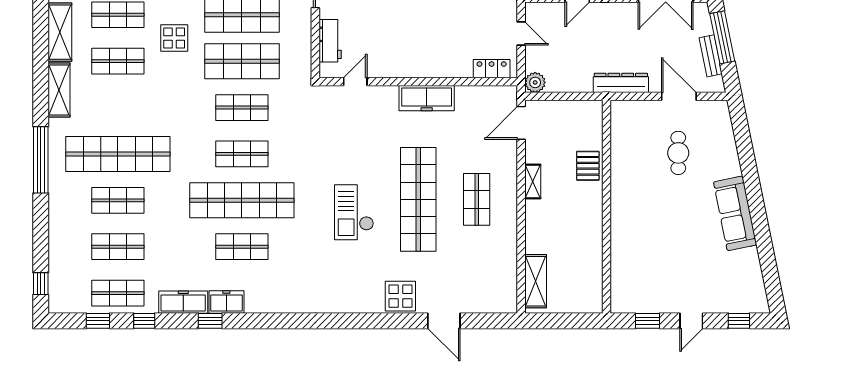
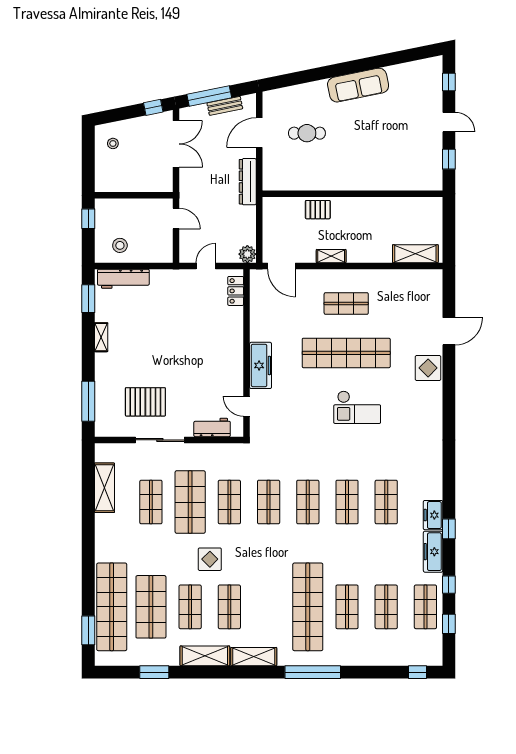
shop shelf: (242, 61) -> (229, 502), width x0.70, depth x0.74
freezer: (427, 98) -> (261, 365), moved
shop shelf: (242, 200) -> (347, 502), width x0.50, depth x0.74

